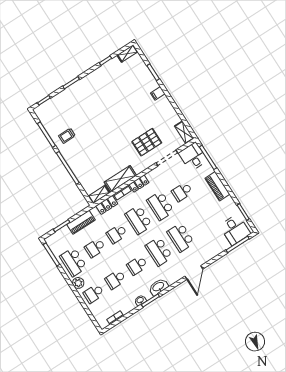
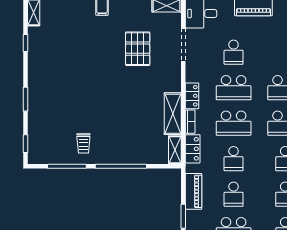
pallet: (147, 142) -> (138, 49), moved

